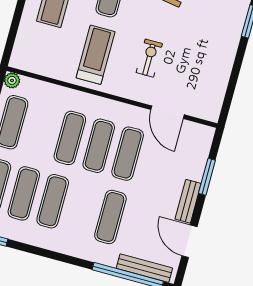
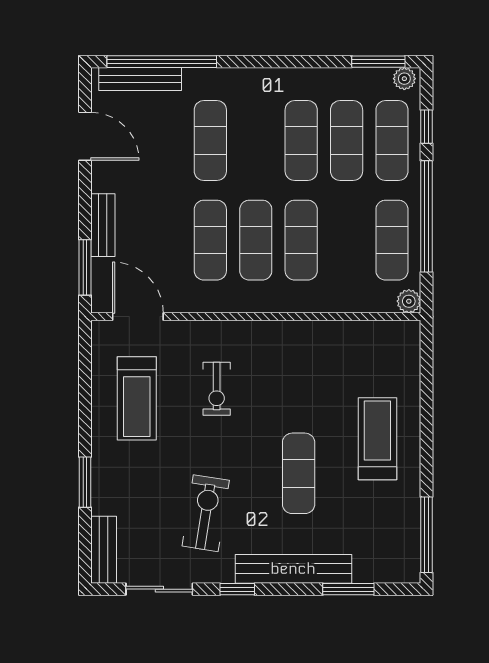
treadmill: (96, 55) -> (137, 398), moved
door: (167, 112) -> (138, 317), moved
window: (207, 177) -> (85, 267), moved
bench: (188, 201) -> (103, 225), moved

